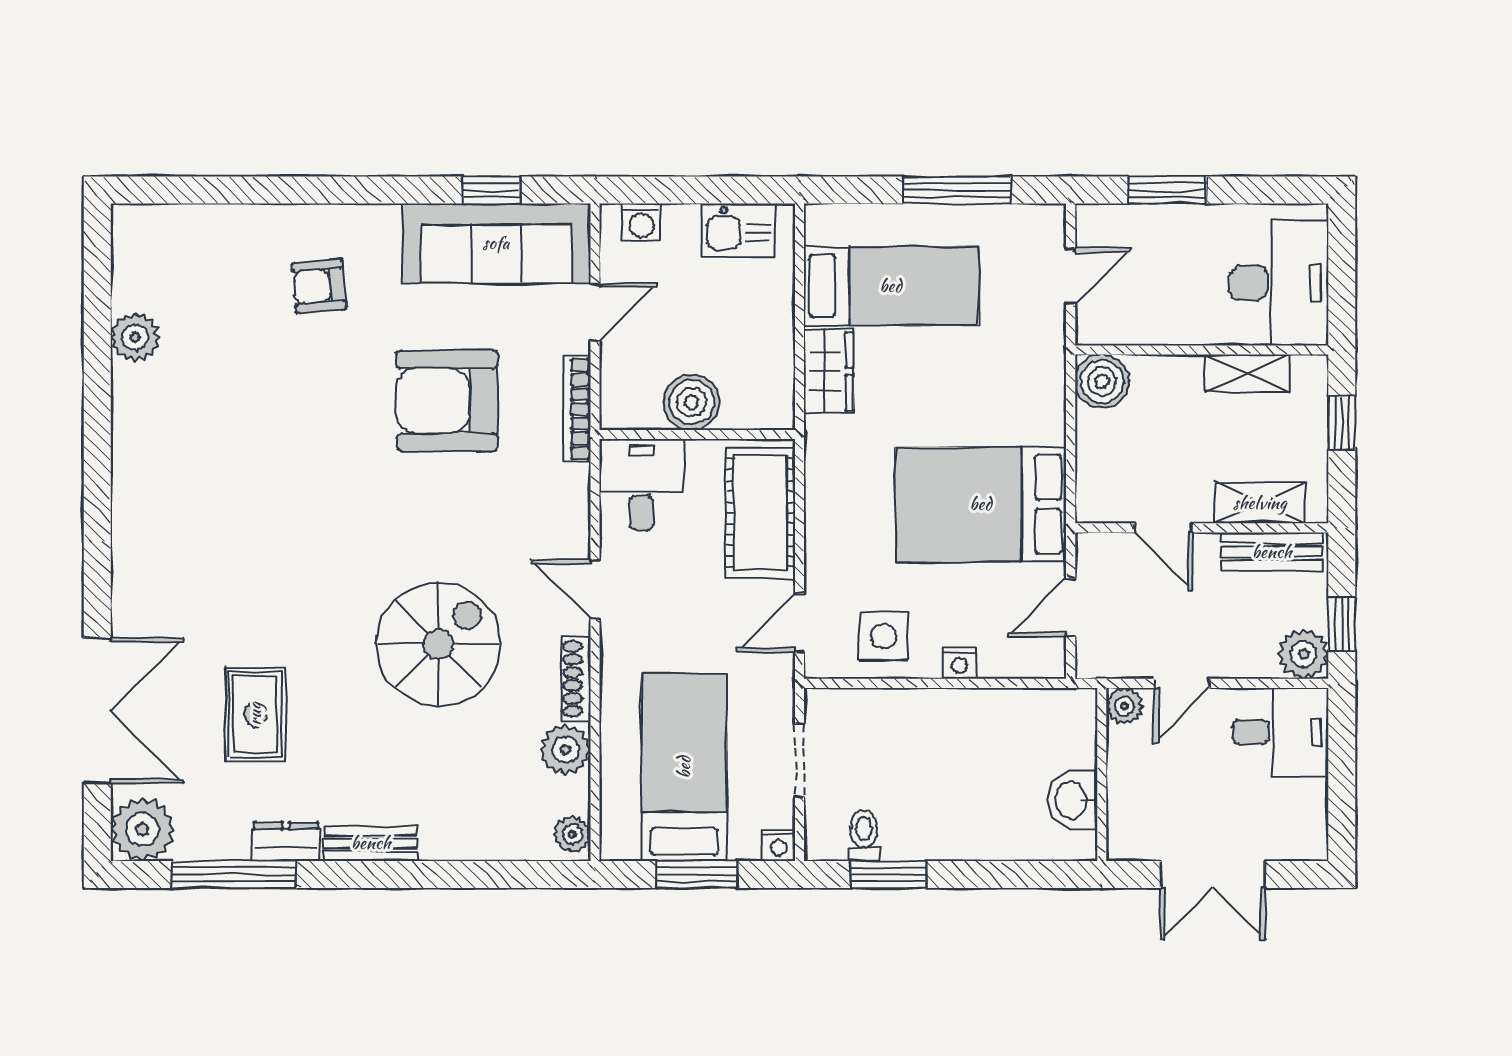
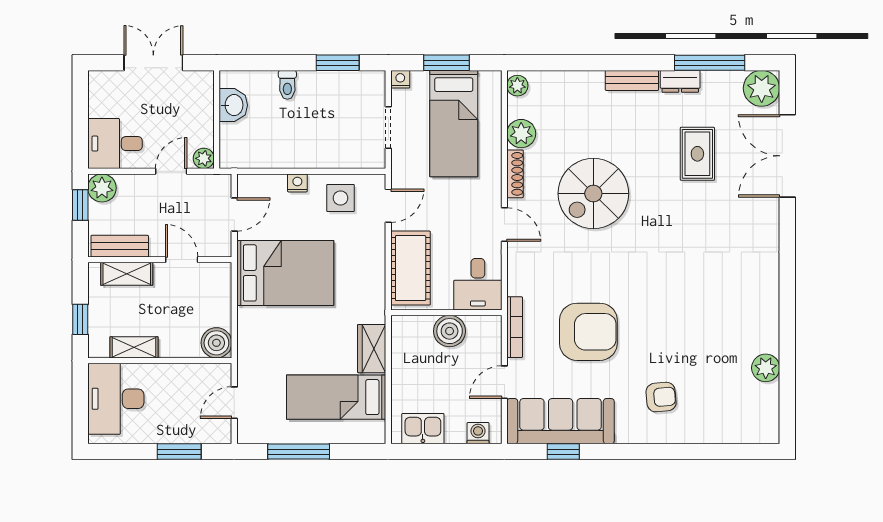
toilet: (864, 836) -> (287, 85), moved

